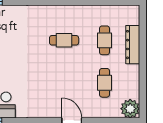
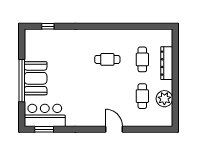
plant: (130, 109) -> (164, 99), moved

